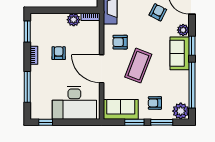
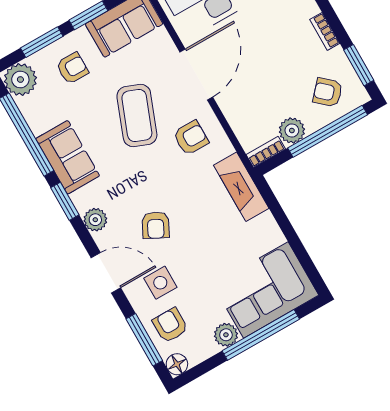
window: (58, 10) -> (328, 131), added
armchair: (59, 53) -> (328, 92), moved, turned 132
sofa: (180, 53) -> (68, 157), moved
door: (102, 69) -> (196, 75), hinge flipped

